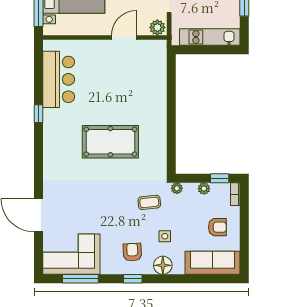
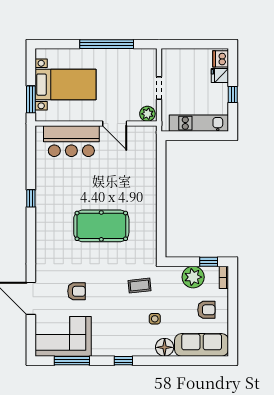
door: (124, 37) -> (115, 124), swing flipped
bar counter: (59, 79) -> (71, 141), moved, turned 90
plant: (177, 188) -> (167, 272), removed
plant: (204, 189) -> (193, 277), width x1.87, depth x1.87
armchair: (132, 252) -> (76, 291), moved, turned 93
floor lamp: (163, 265) -> (165, 347), moved

